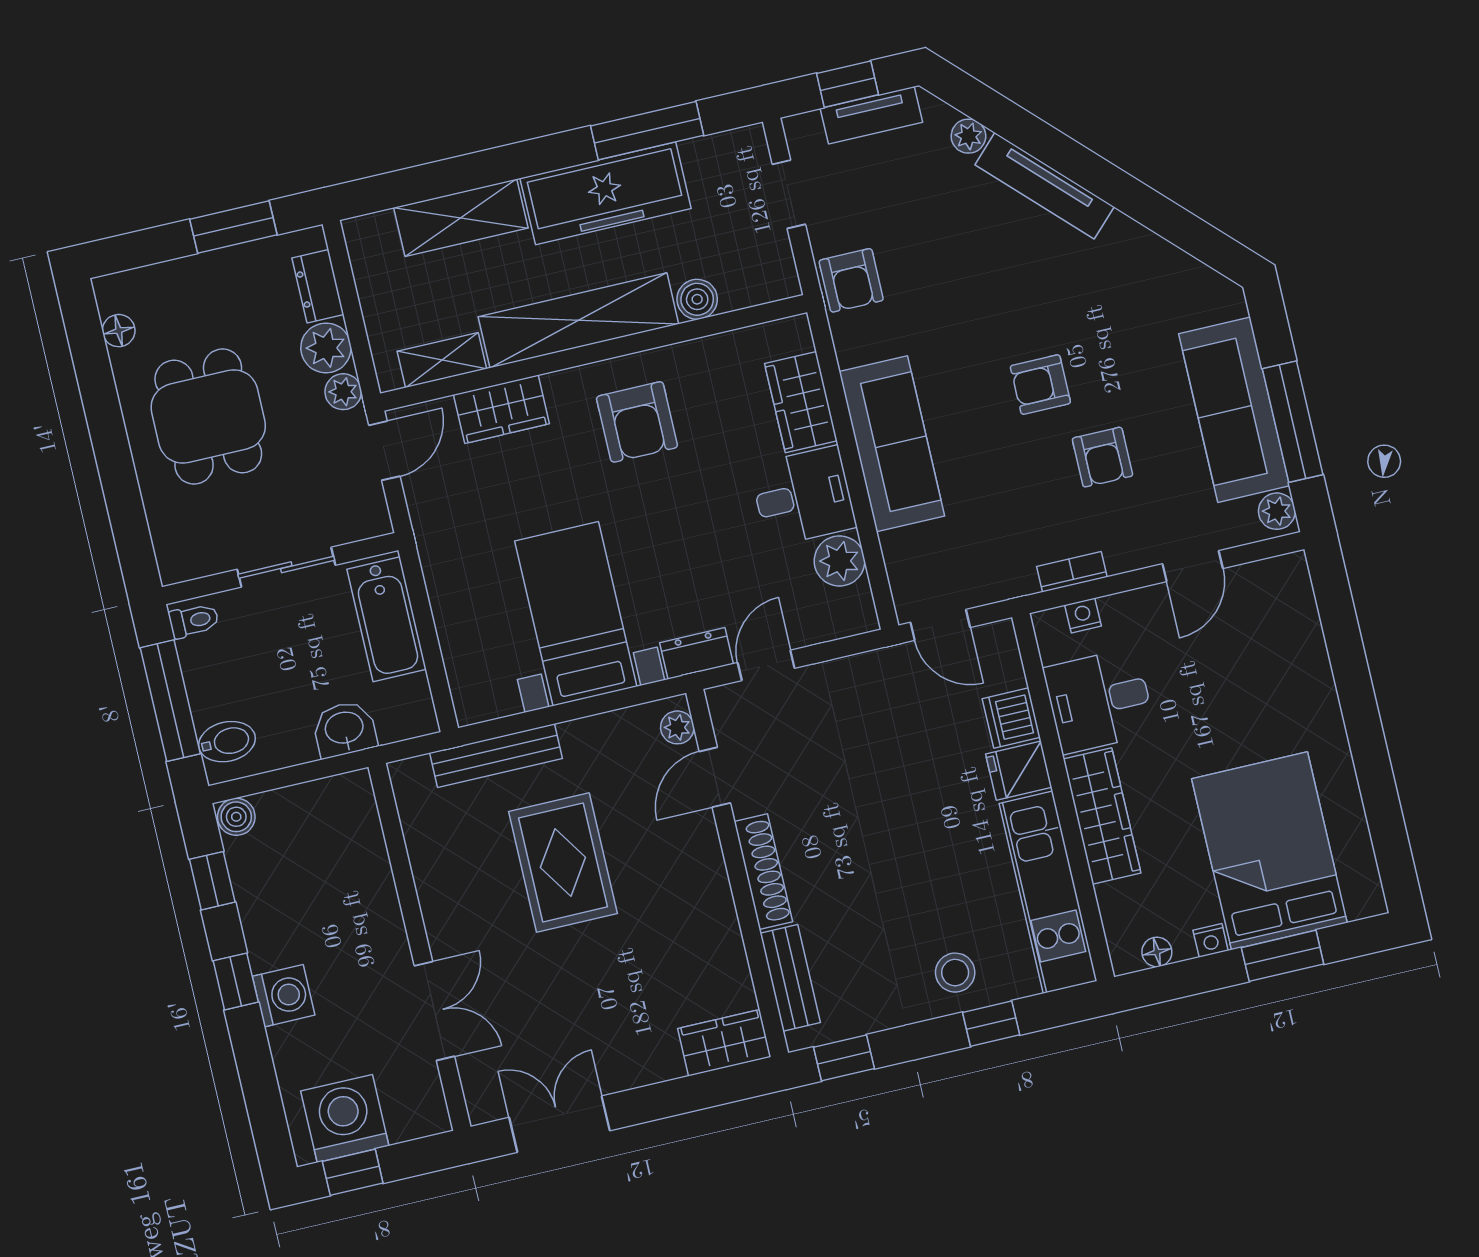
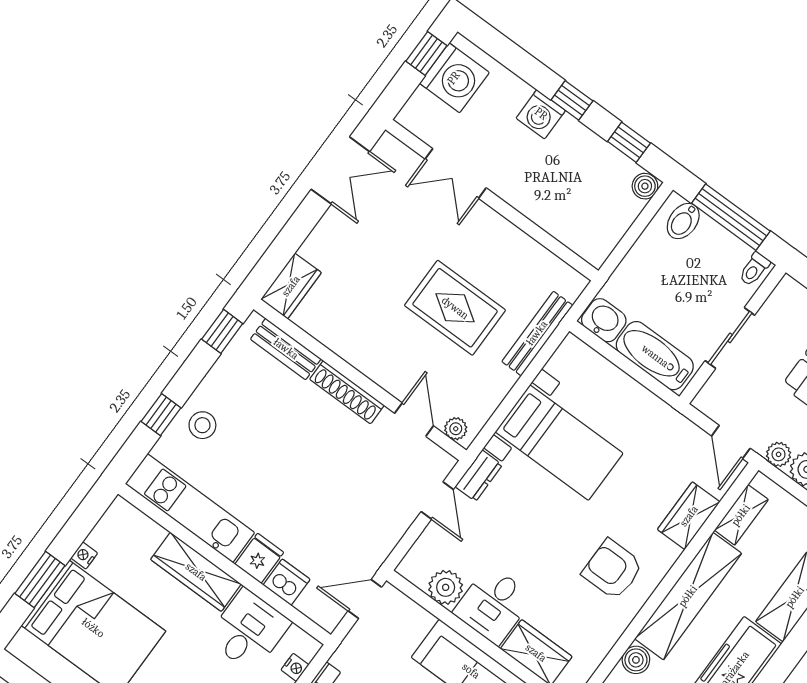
washbasin: (344, 729) -> (604, 320), moved, turned -90
floor lamp: (1157, 952) -> (107, 526), removed

